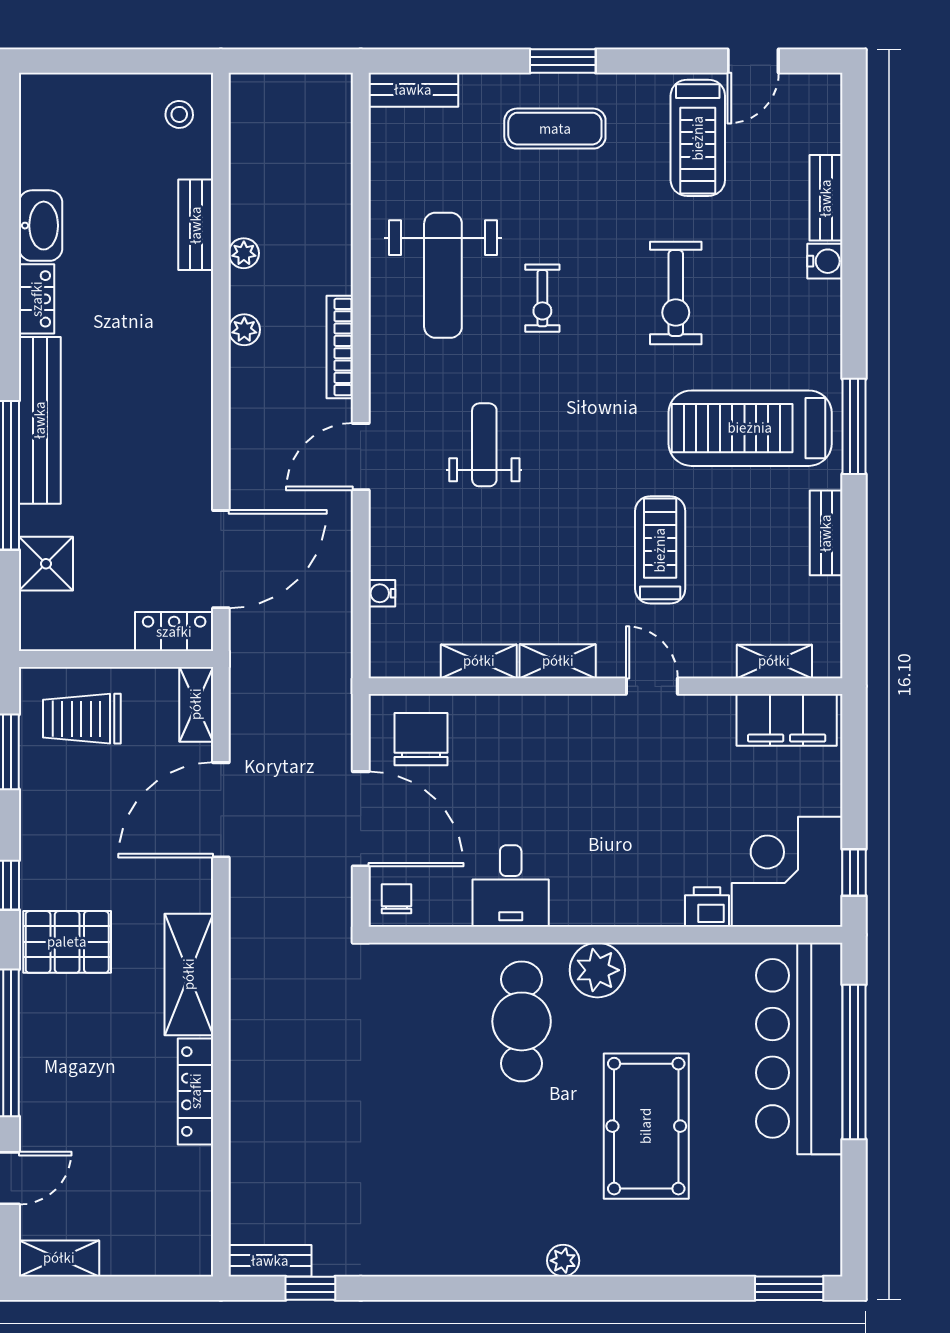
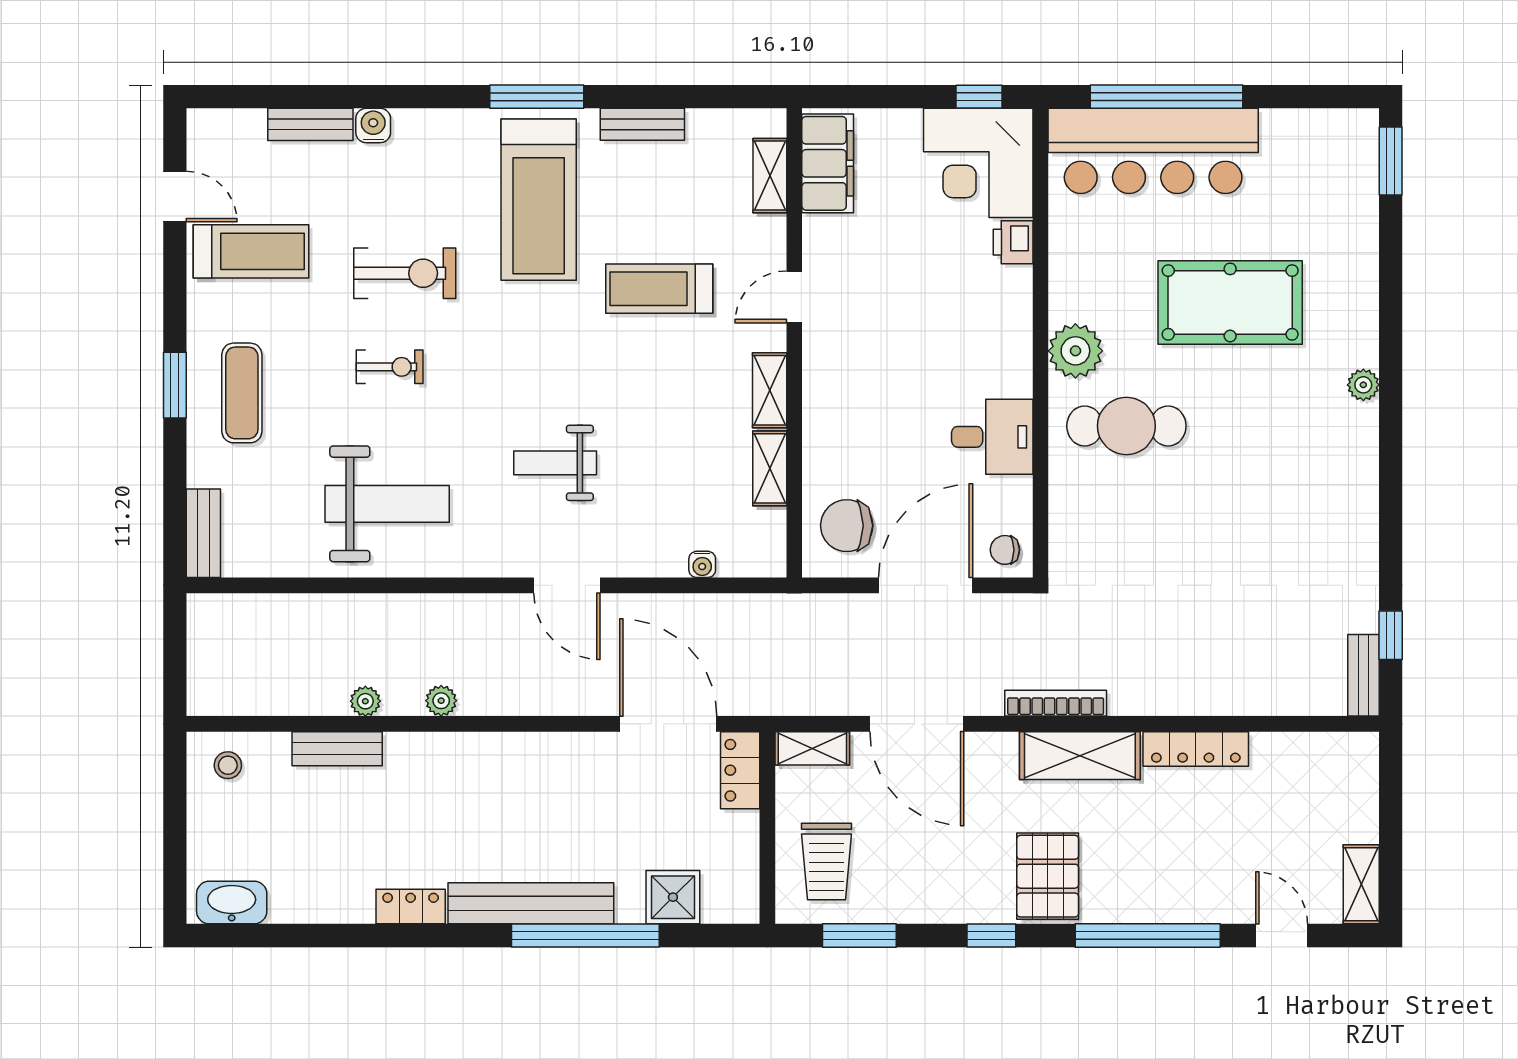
washbasin: (41, 226) -> (232, 902), moved
exercise bike: (542, 298) -> (390, 367), moved
bookcase: (340, 347) -> (1056, 703), moved, turned 180

